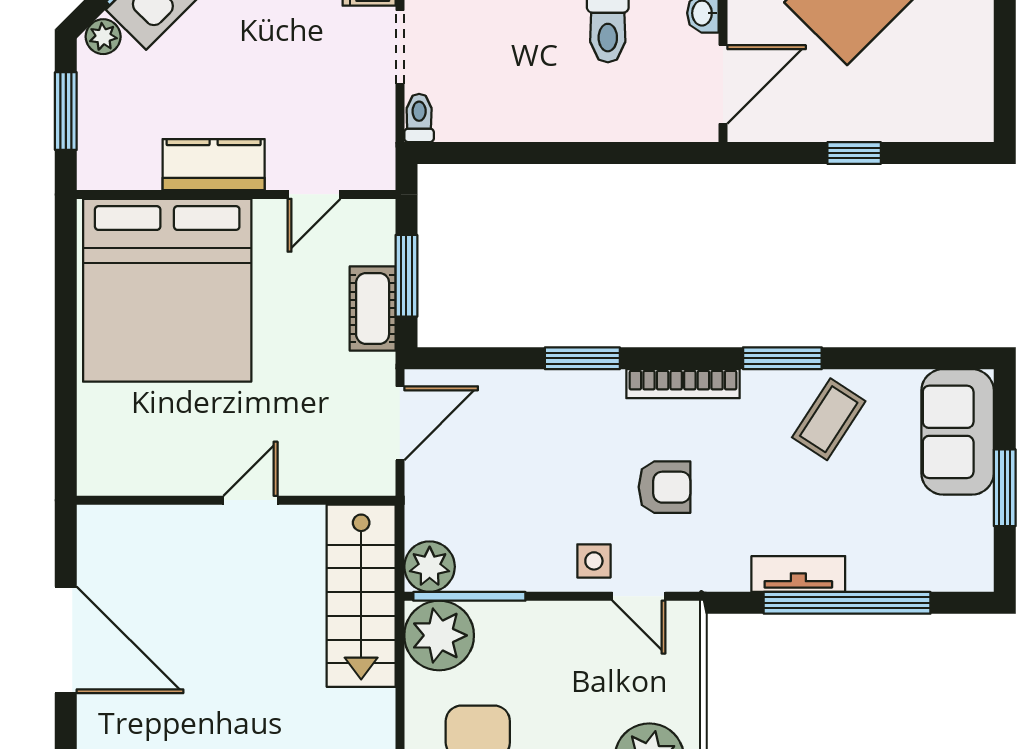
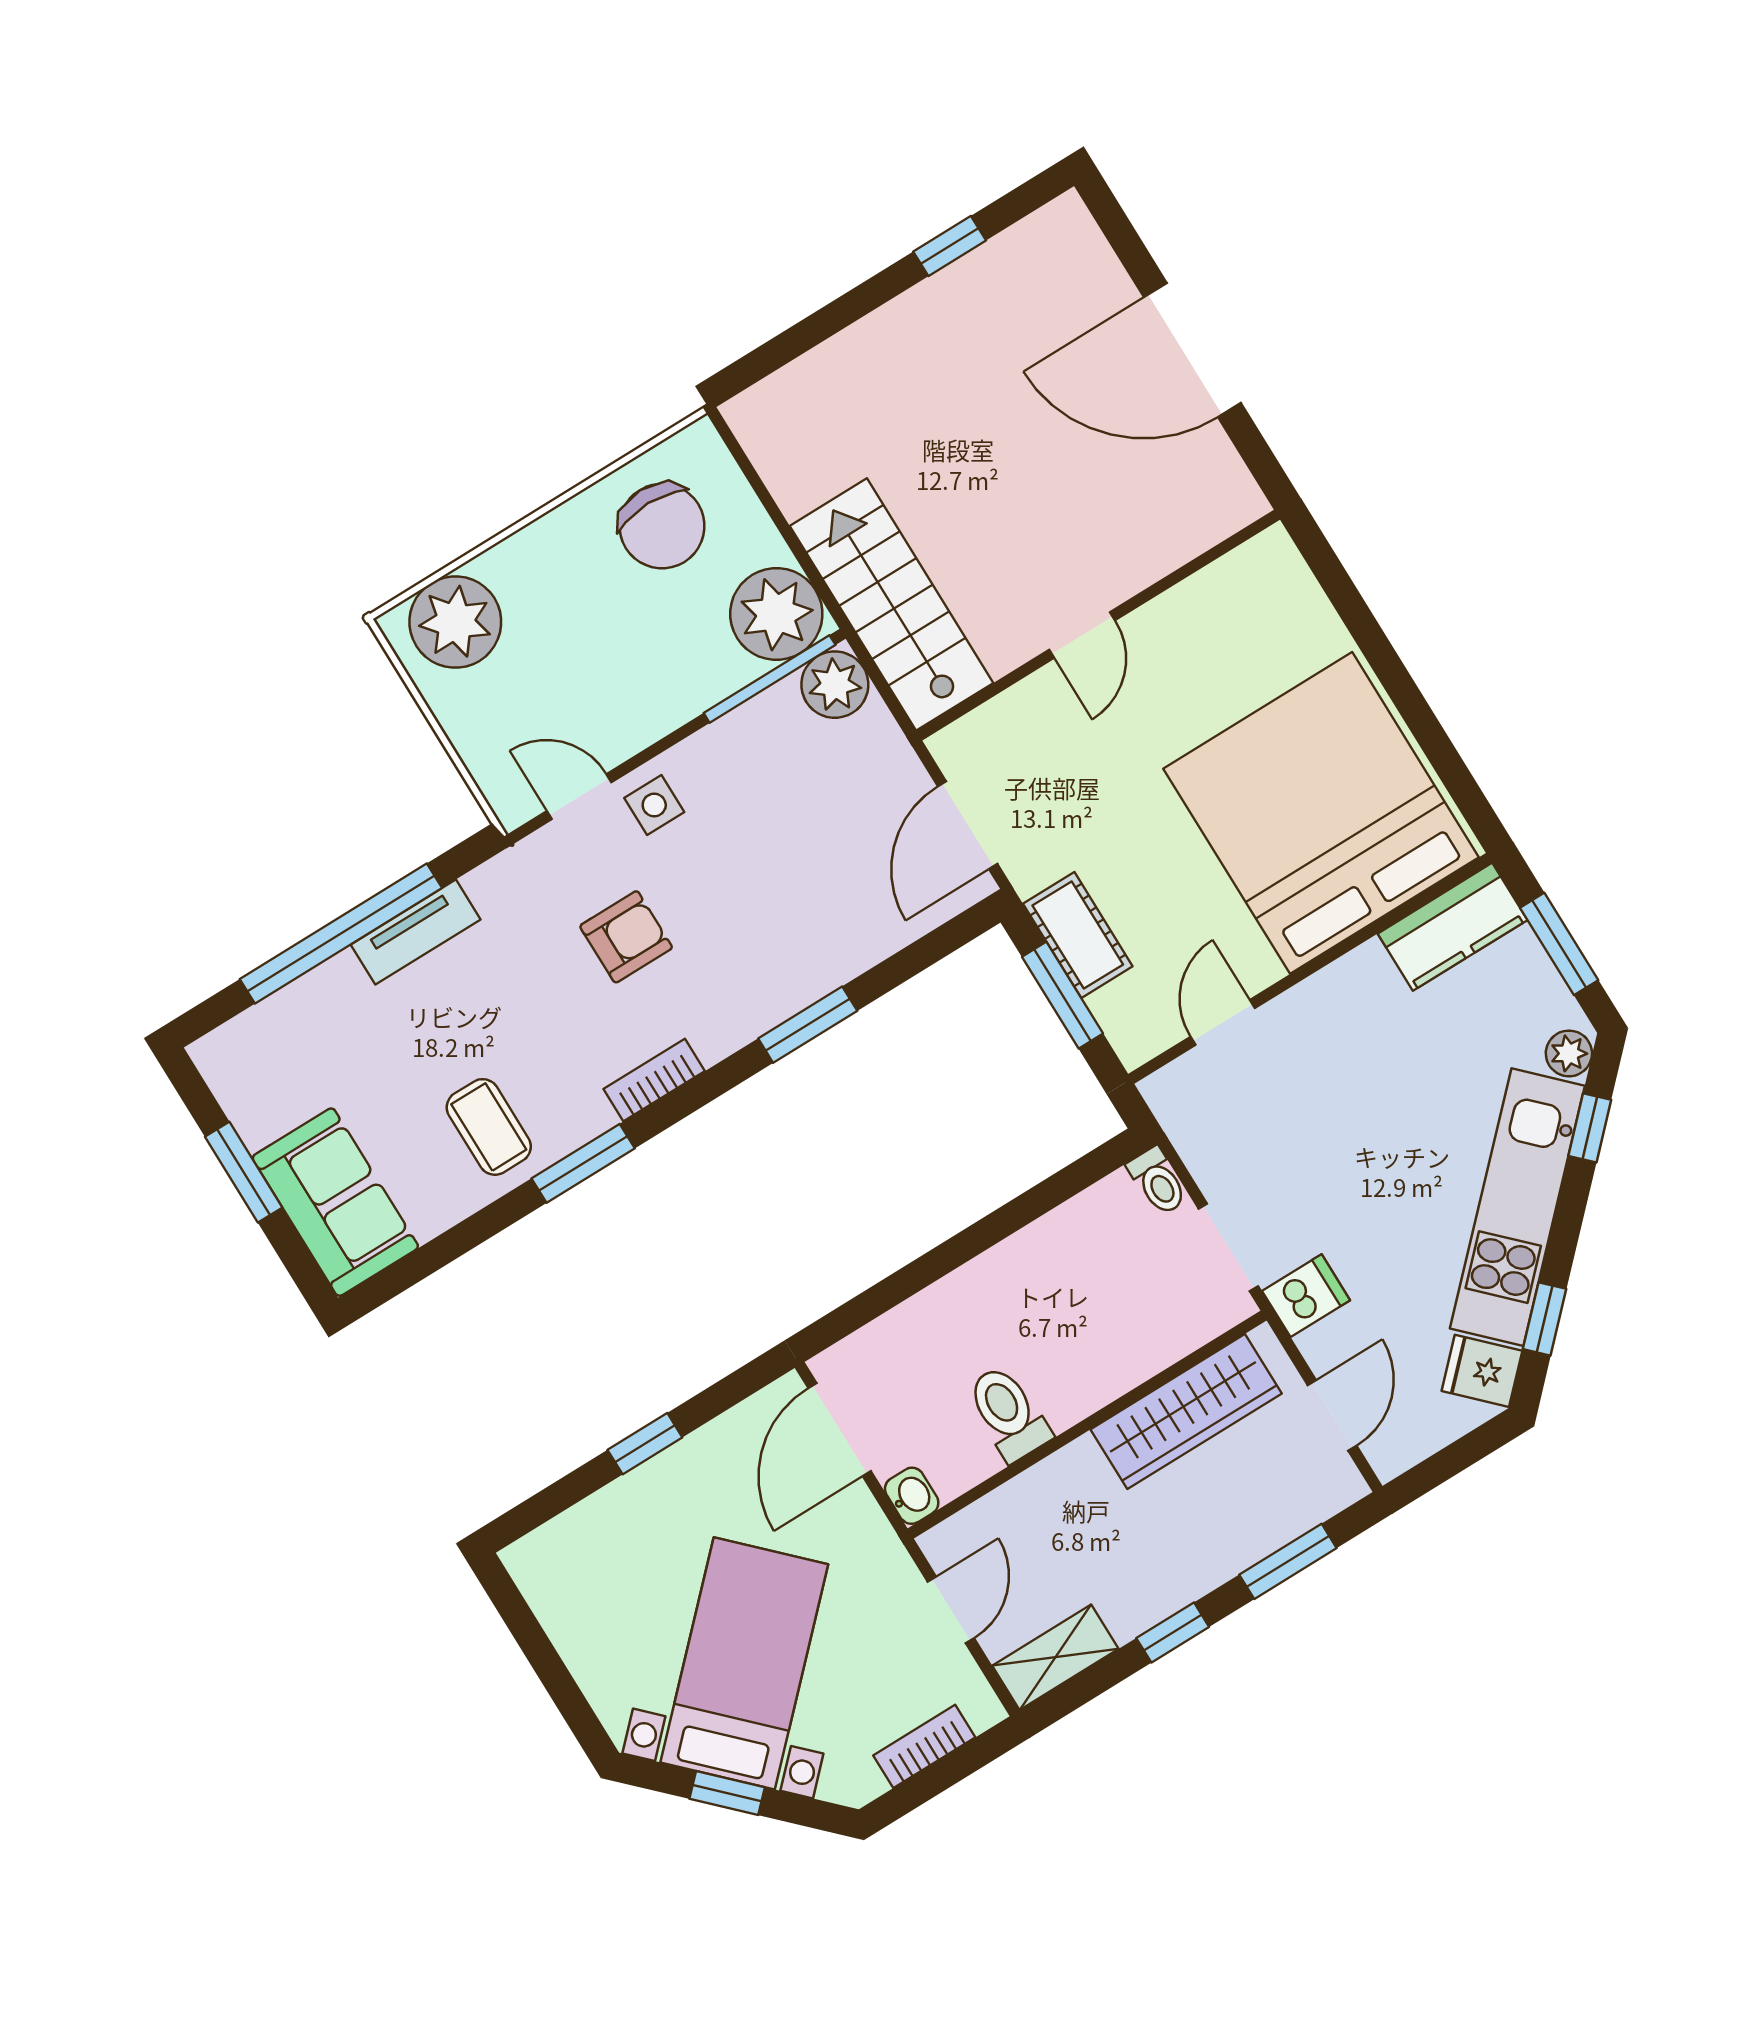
kitchen counter: (214, 165) -> (1453, 927), moved
bookcase: (683, 384) -> (654, 1080), width x0.64
coffee table: (829, 419) -> (489, 1127), turned -33
armchair: (665, 487) -> (626, 937), turned 180

